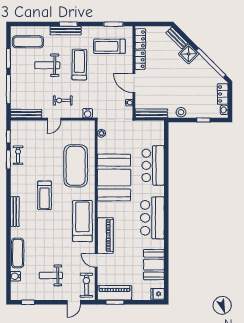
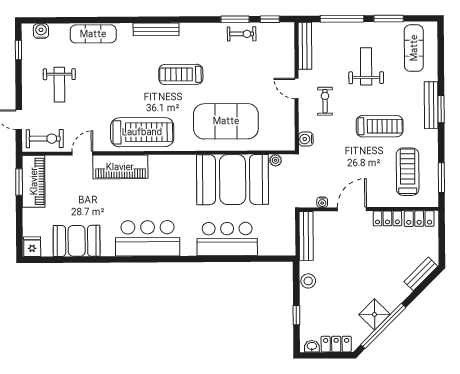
shower: (189, 54) -> (374, 314), moved
weight bench: (47, 65) -> (366, 66), moved
booth: (114, 178) -> (233, 180), moved
weight bench: (51, 275) -> (59, 85), turned 180
water cooler: (15, 276) -> (41, 31), moved

